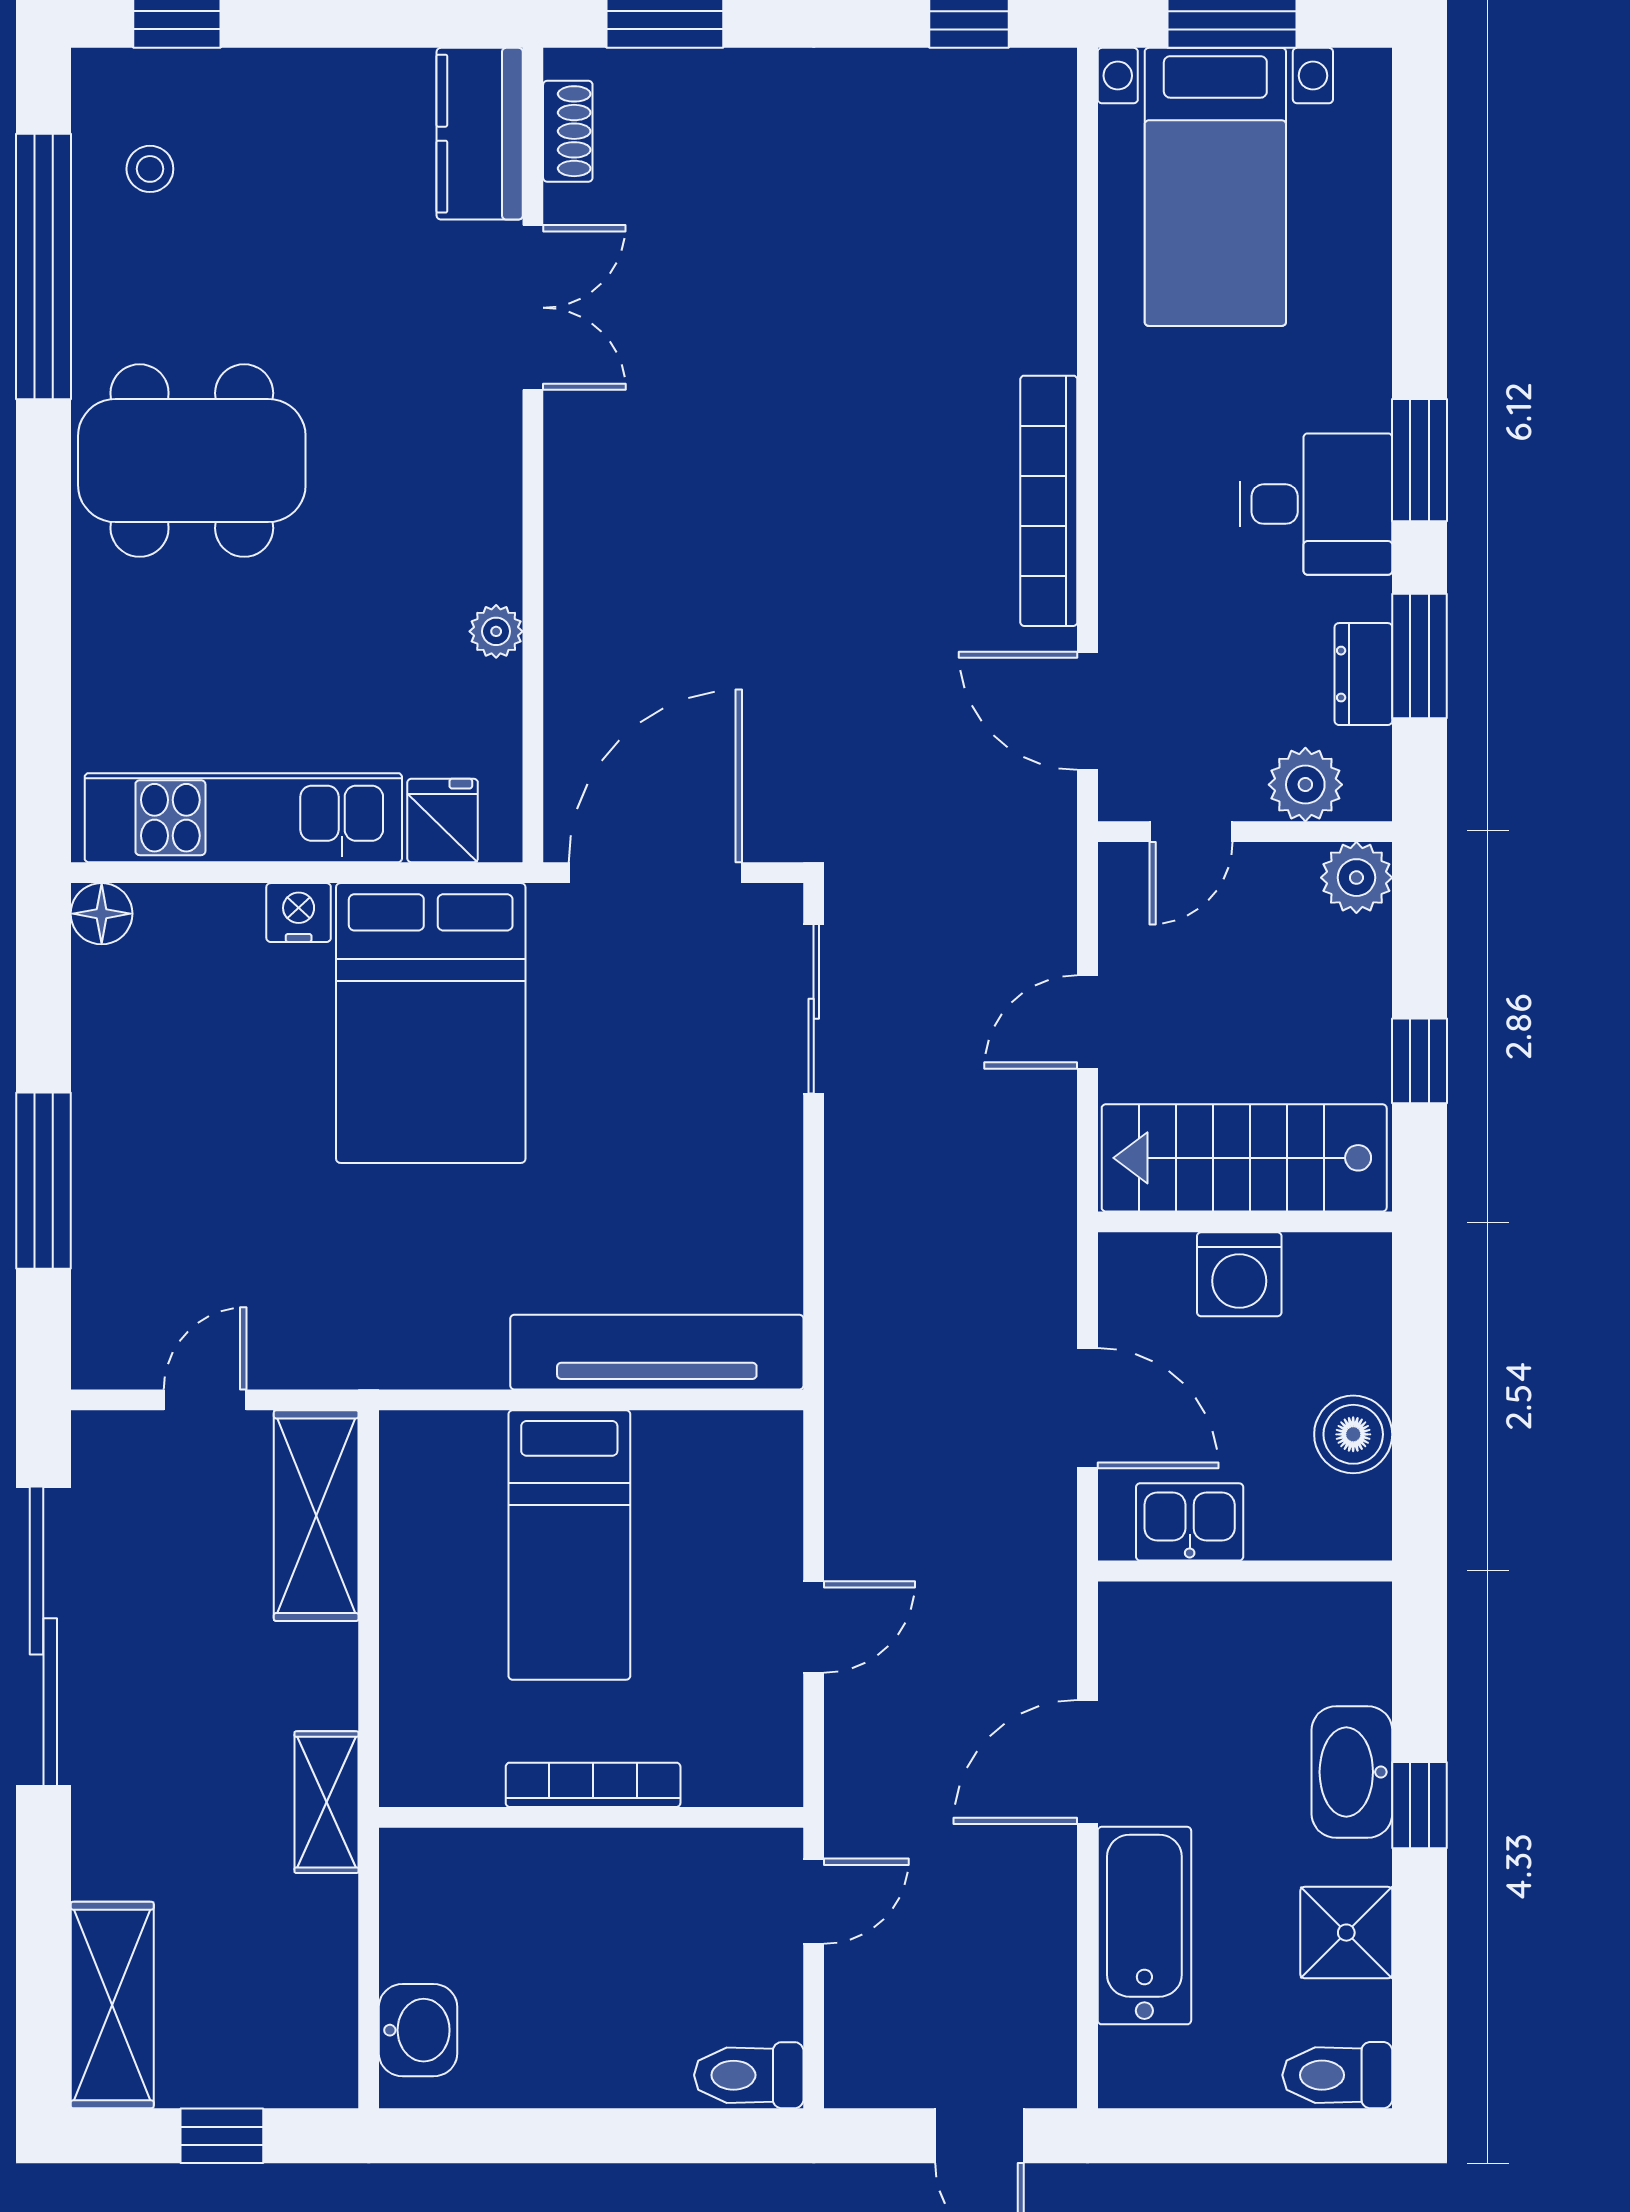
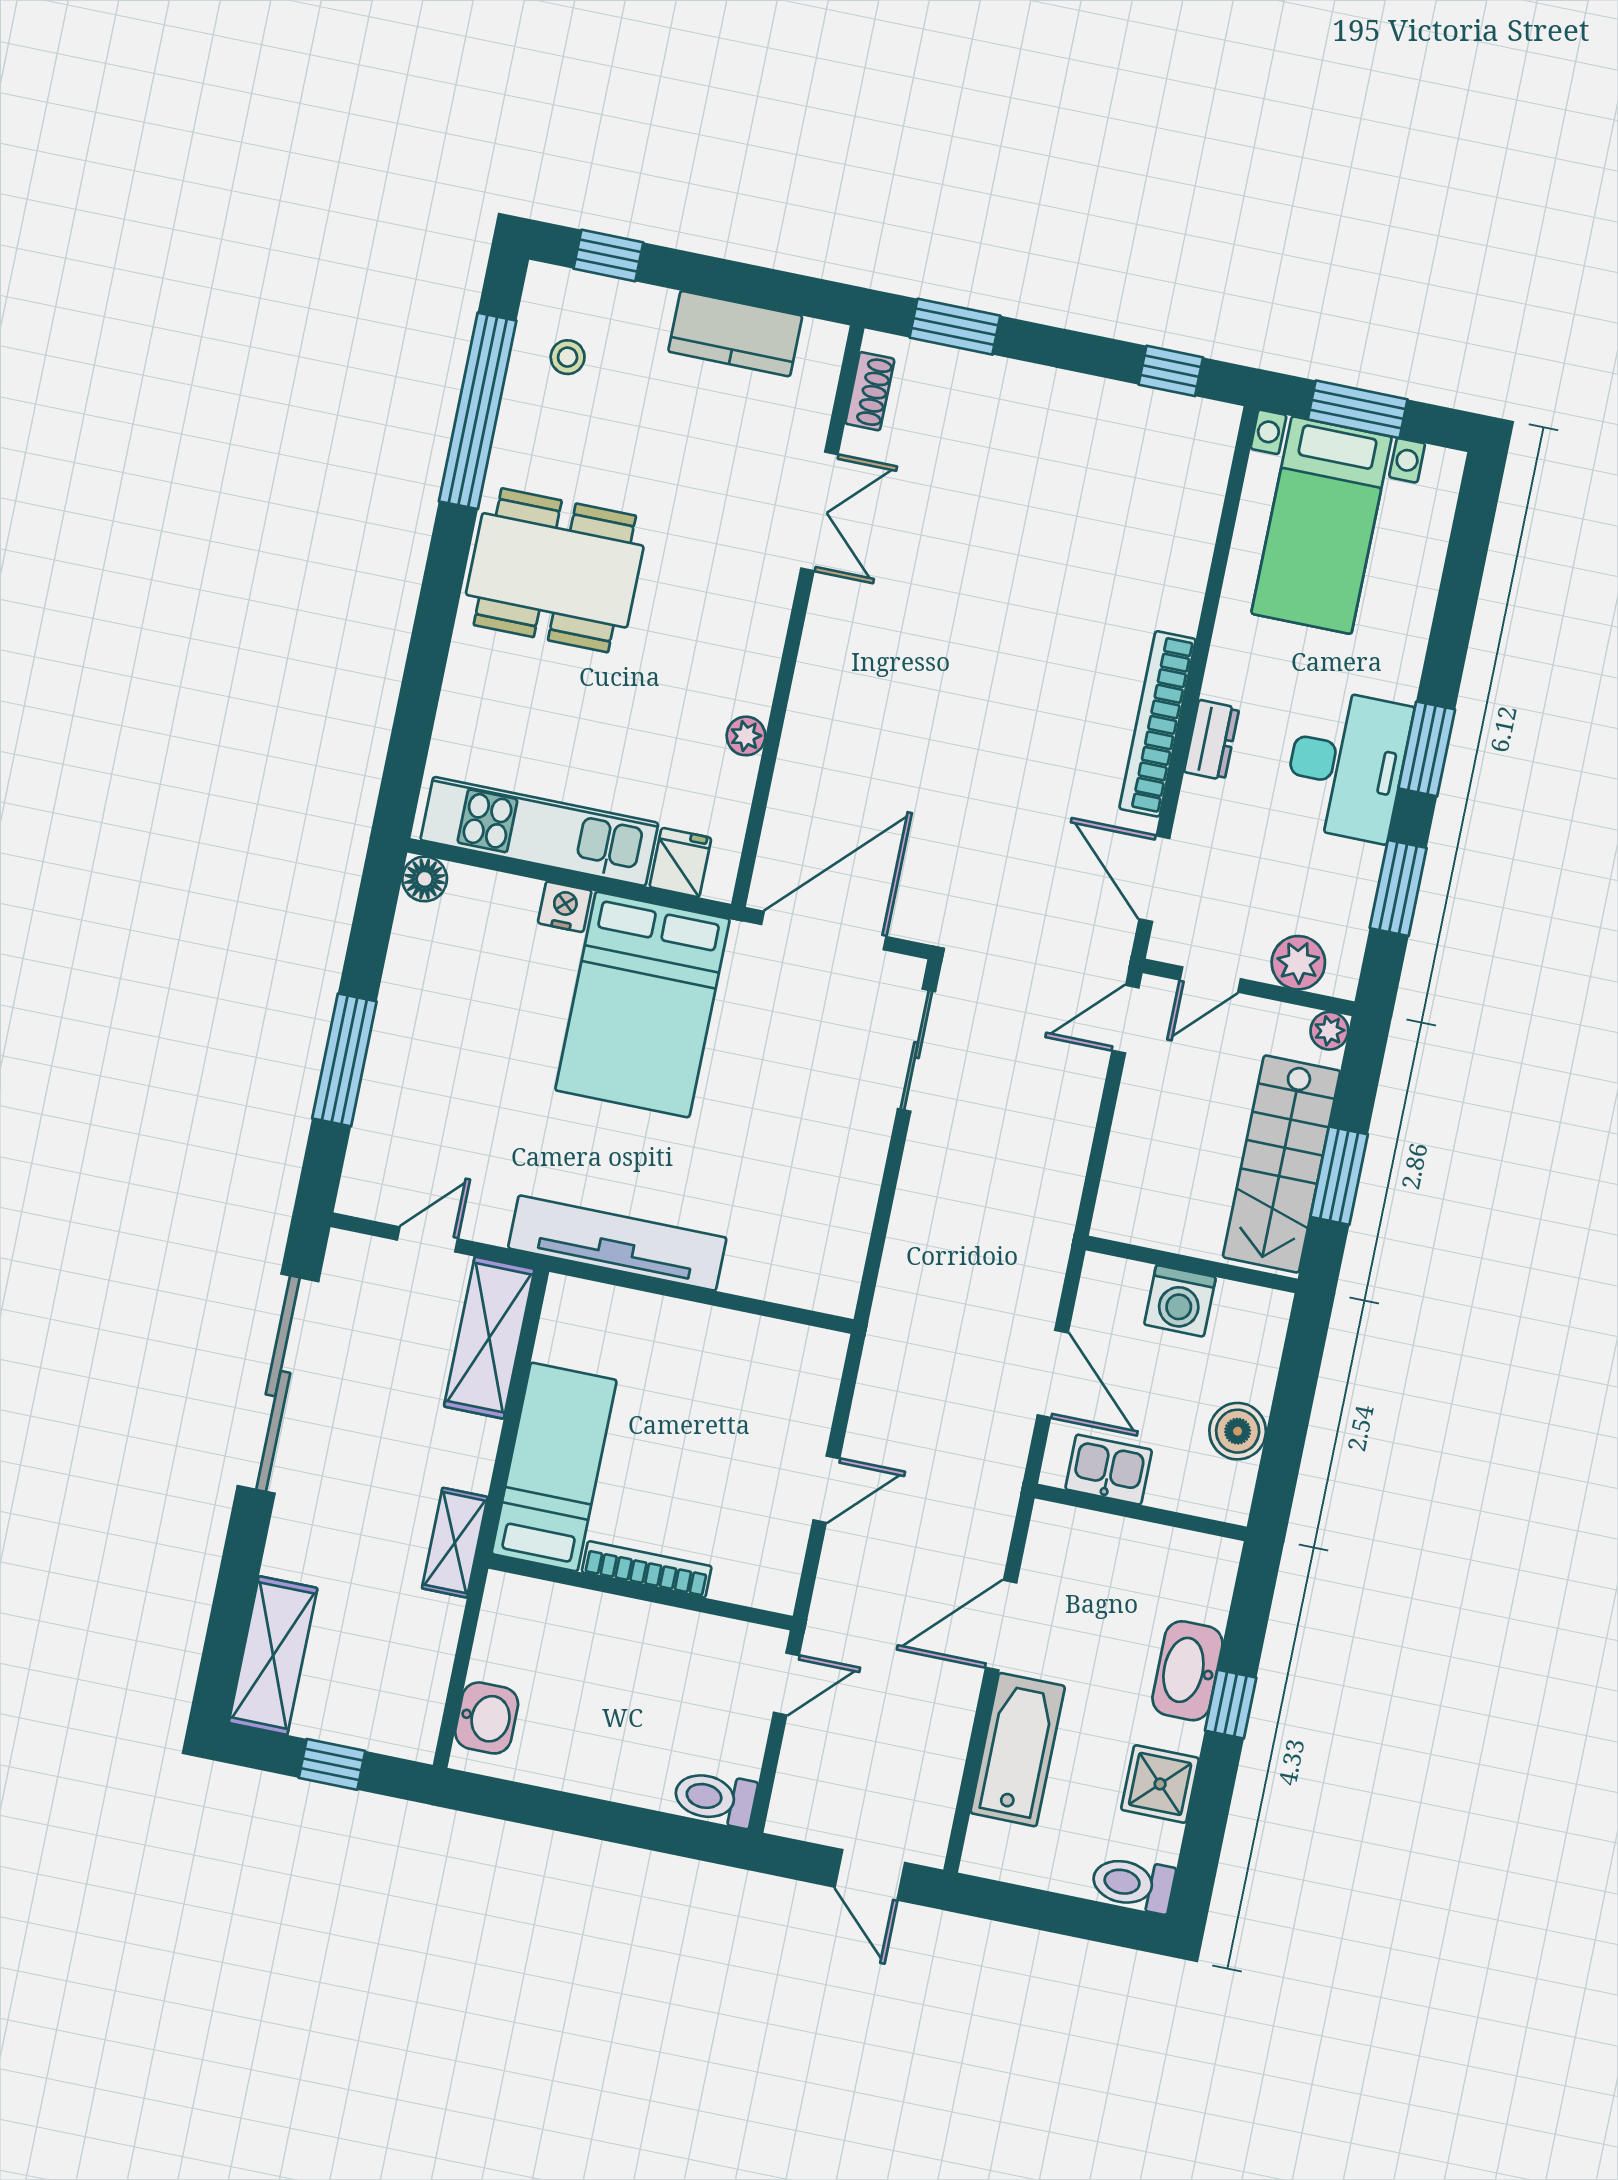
kitchen counter: (480, 134) -> (735, 334), moved, turned -90
desk: (1316, 504) -> (1347, 765), width x1.37
dresser: (1363, 674) -> (1212, 740), moved, turned 180
plant: (1356, 878) -> (1329, 1031), width x0.73, depth x0.73
door: (1087, 1022) -> (1126, 1019), moved
window: (1420, 1061) -> (1339, 1176), width x1.50
stairs: (1244, 1158) -> (1281, 1164), moved, turned -90
tv unit: (657, 1352) -> (617, 1243), moved
bed: (569, 1545) -> (554, 1467), moved, turned 180

